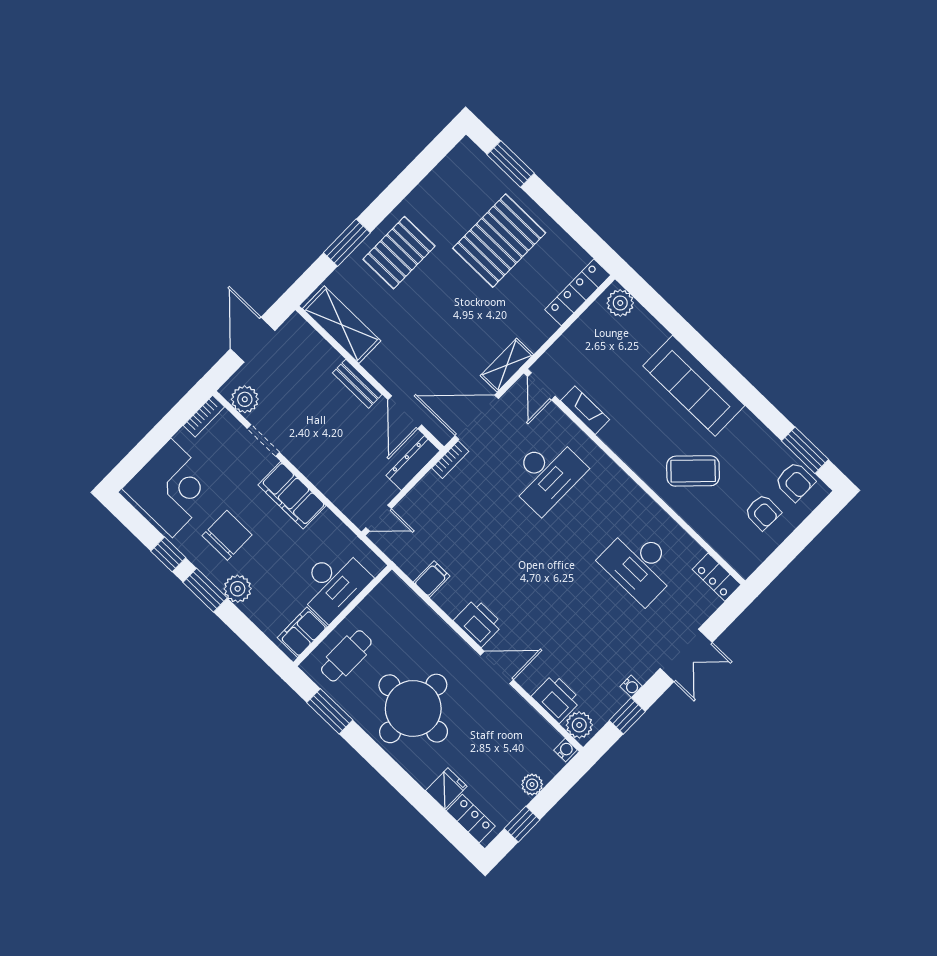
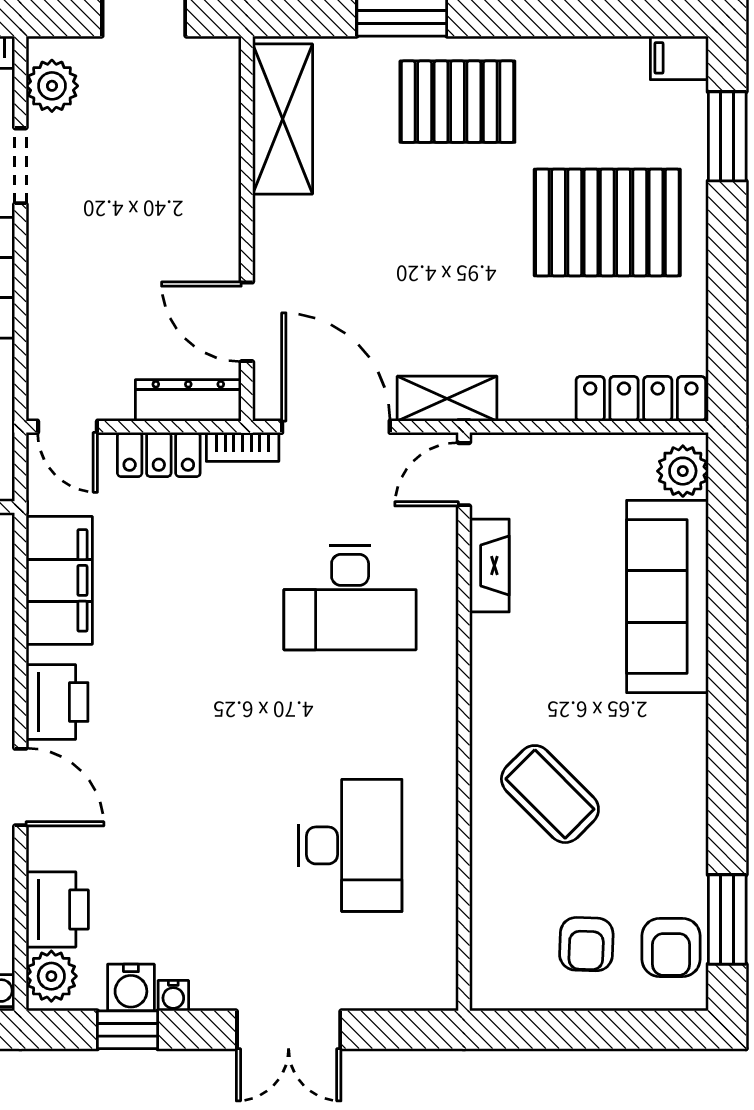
filing cabinet: (464, 153) -> (679, 58), added
bench: (357, 384) -> (223, 219), removed
sofa: (694, 386) -> (667, 596), moved
door: (405, 412) -> (247, 322), hinge flipped
desk: (639, 565) -> (350, 845), turned 180
locker: (717, 577) -> (159, 455), moved, turned -90
filing cabinet: (432, 579) -> (59, 580), width x3.00, depth x1.17
water cooler: (613, 699) -> (131, 988), added

